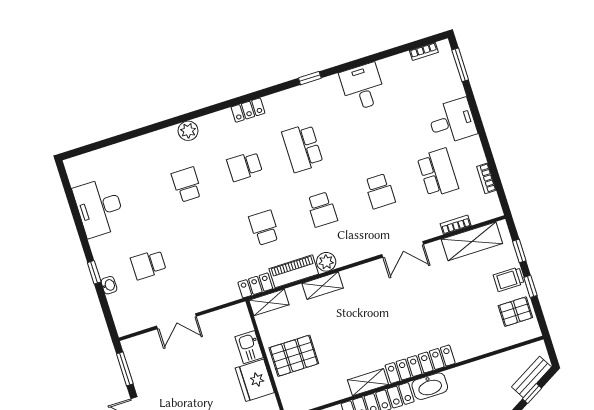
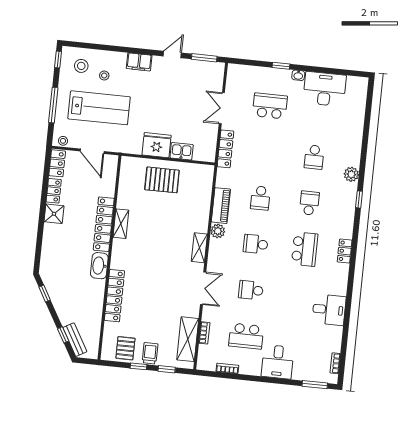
window: (310, 78) -> (359, 199), moved
locker: (248, 110) -> (345, 251), moved
school desk: (302, 148) -> (305, 249), turned 90
school desk: (187, 185) -> (314, 157), turned 90
school desk: (264, 228) -> (260, 198), turned 90
double door: (403, 249) -> (203, 288), swing flipped
school desk: (148, 264) -> (270, 106), width x1.85
washbasin: (109, 285) -> (298, 75), moved
locker: (255, 285) -> (225, 149), moved, width x1.53
shelving: (323, 286) -> (199, 248), moved
shelving: (269, 302) -> (207, 179), removed
pallet: (294, 356) -> (162, 180), turned 90
locker: (420, 364) -> (114, 296), moved

